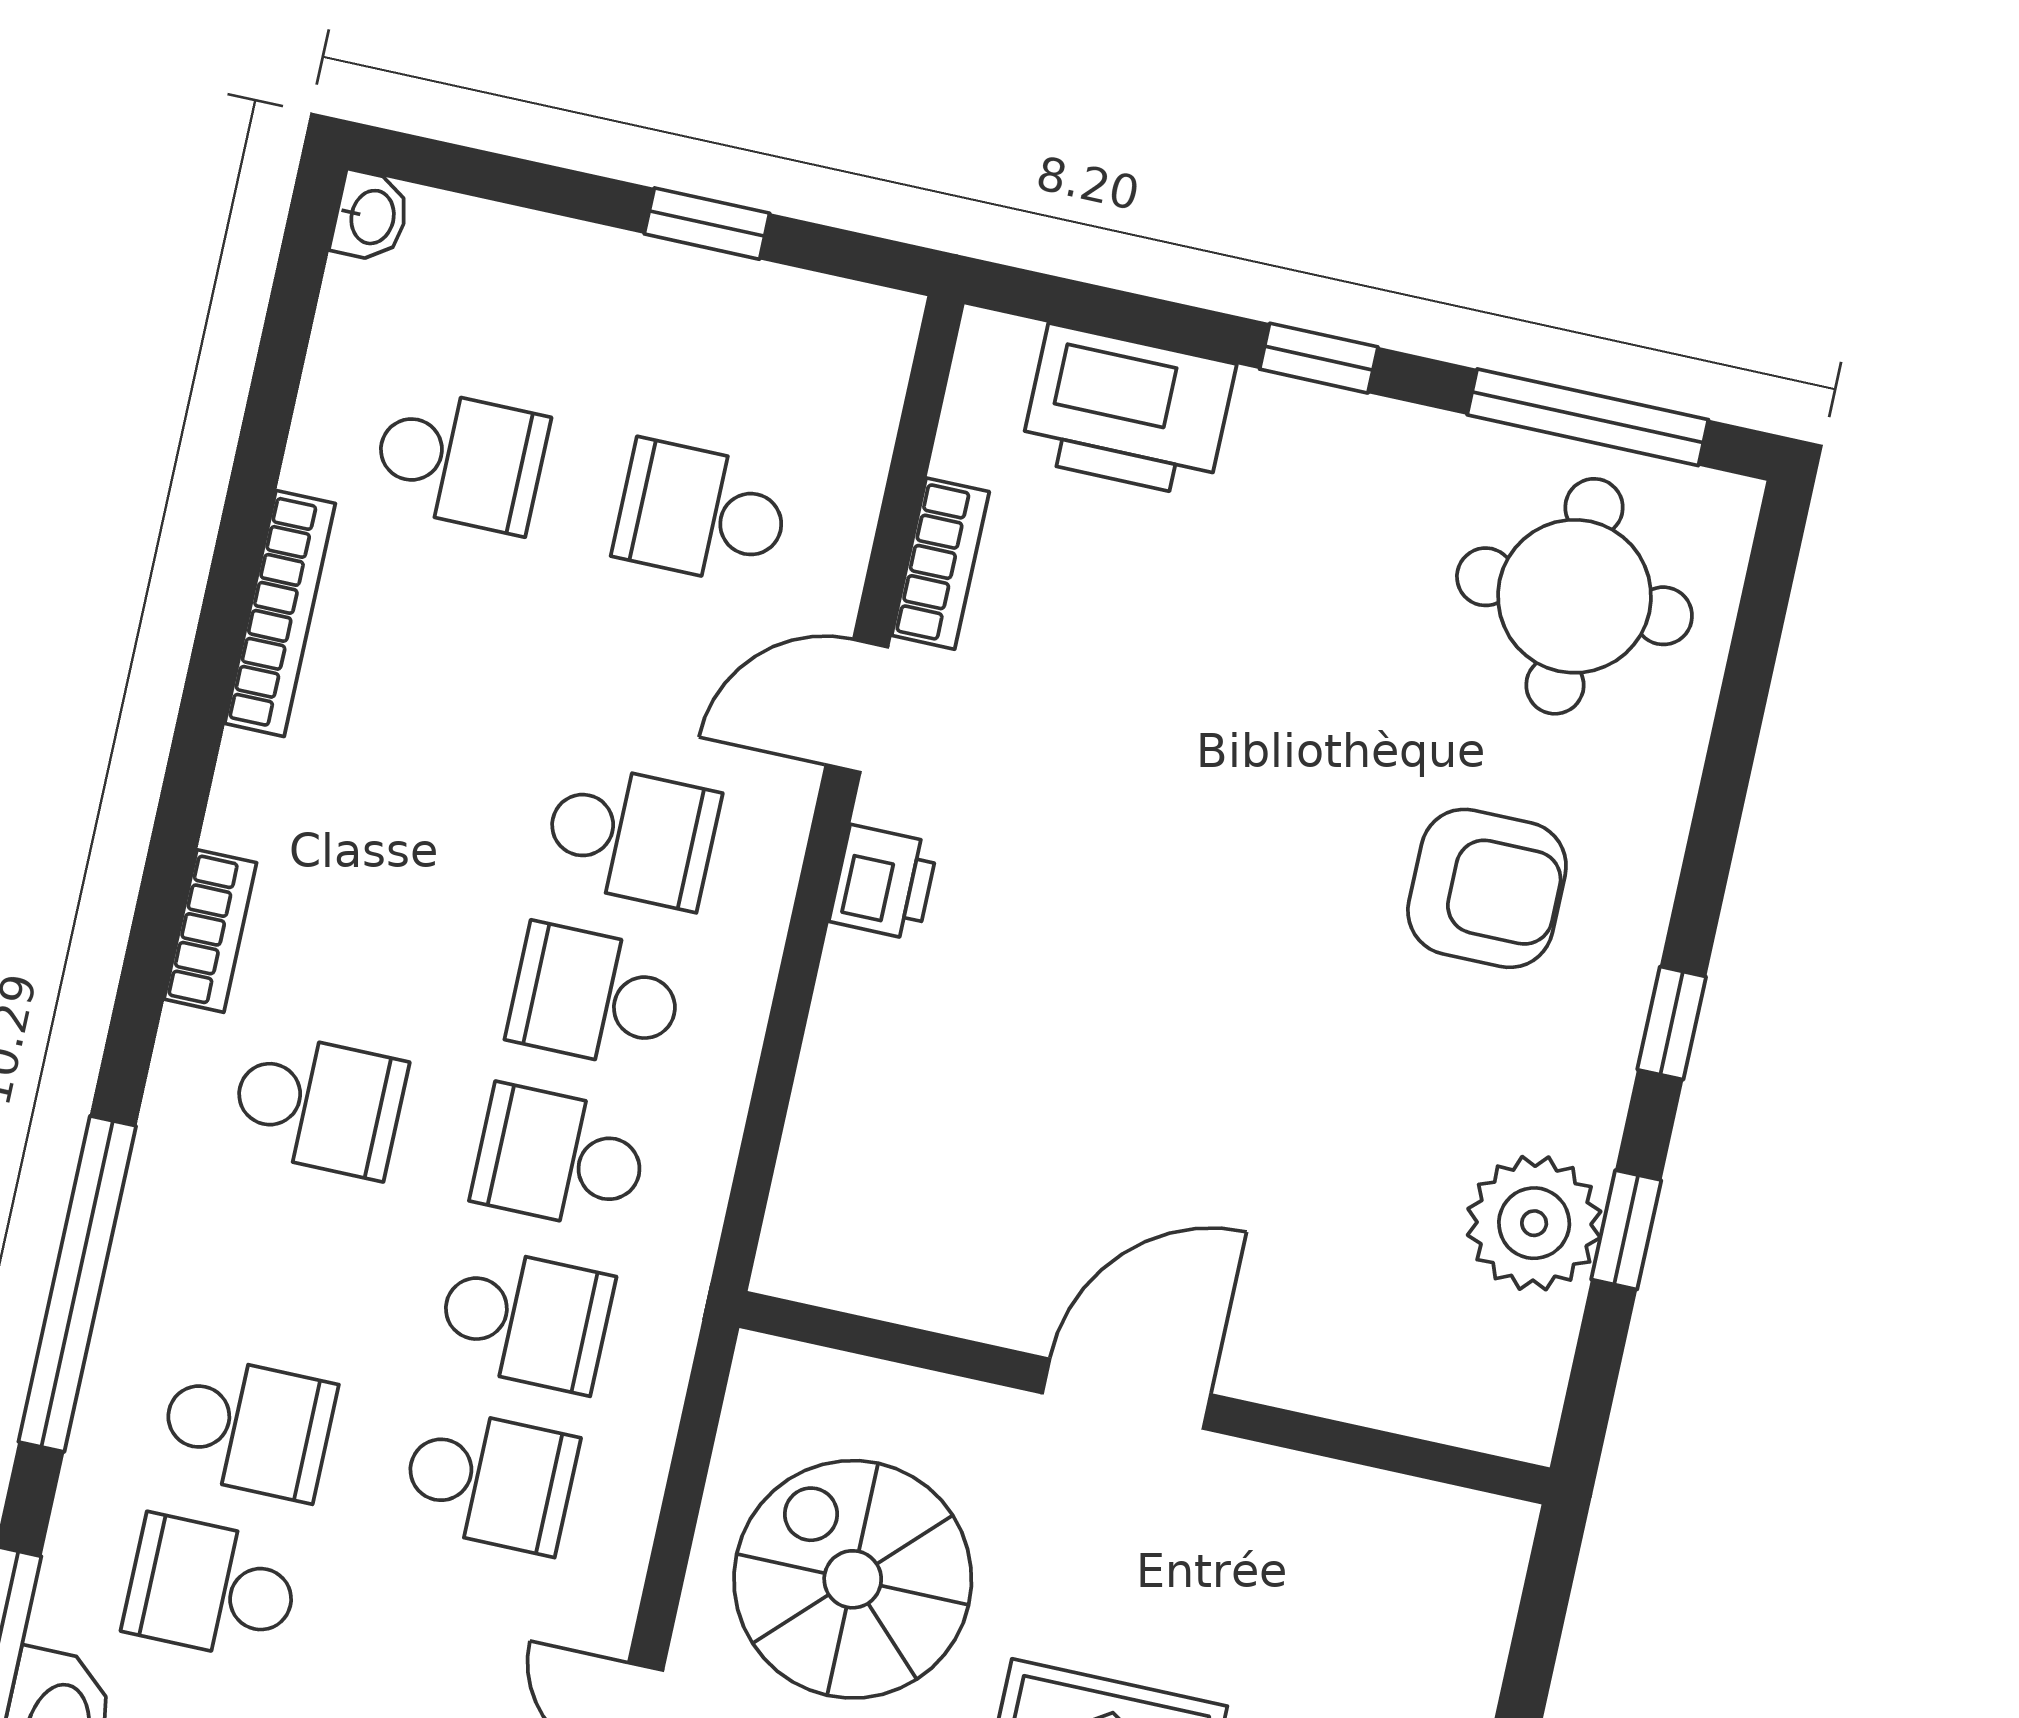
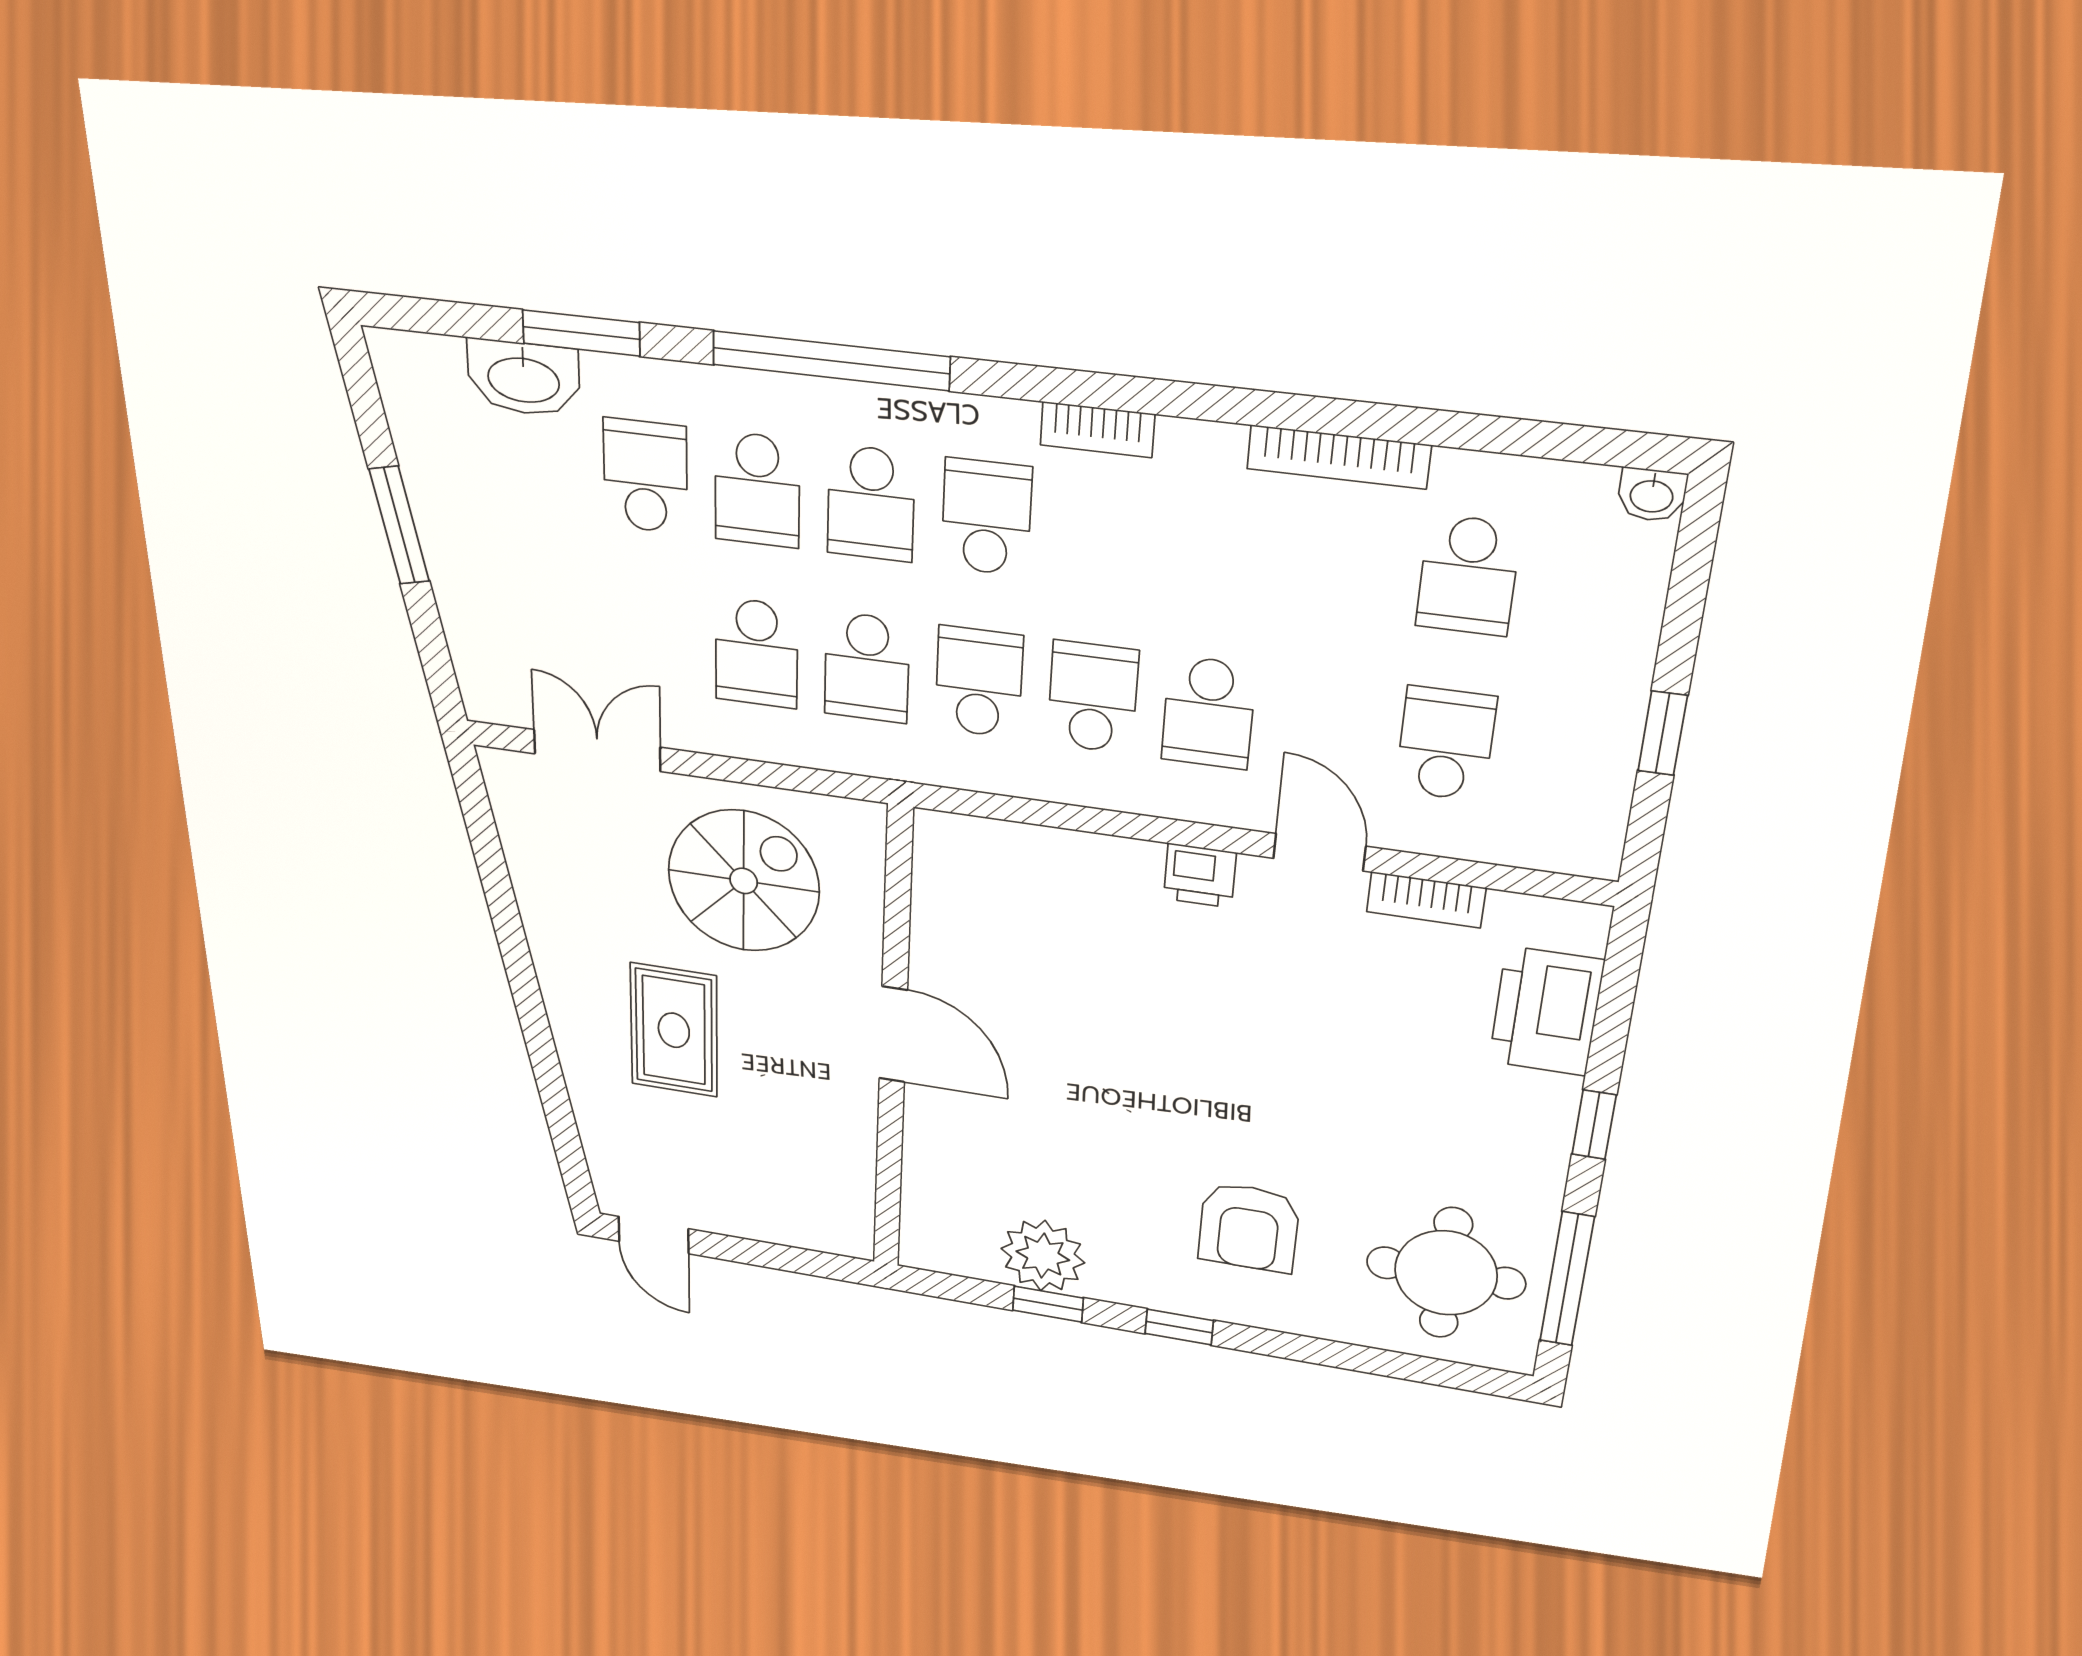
school desk: (318, 1105) -> (986, 517), turned 180
school desk: (283, 1266) -> (871, 503), added

